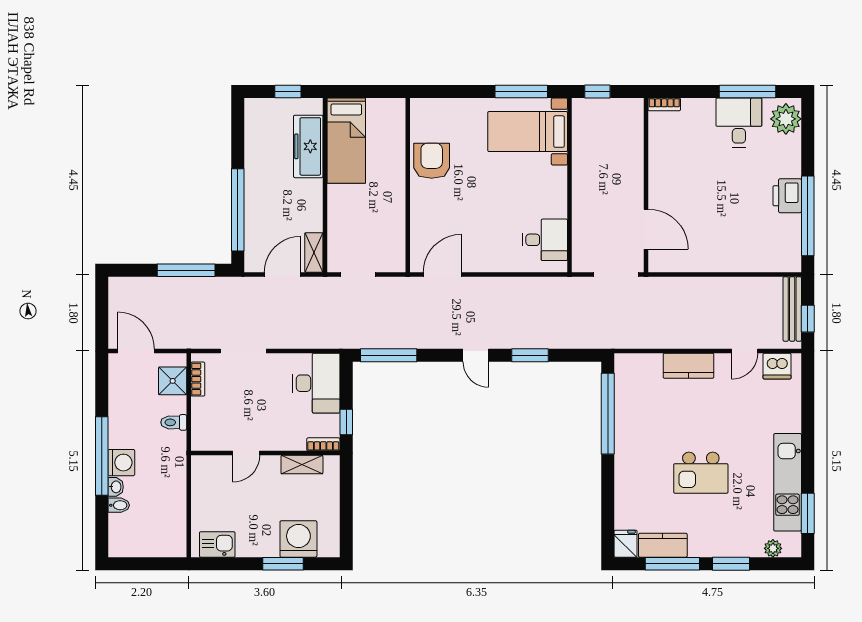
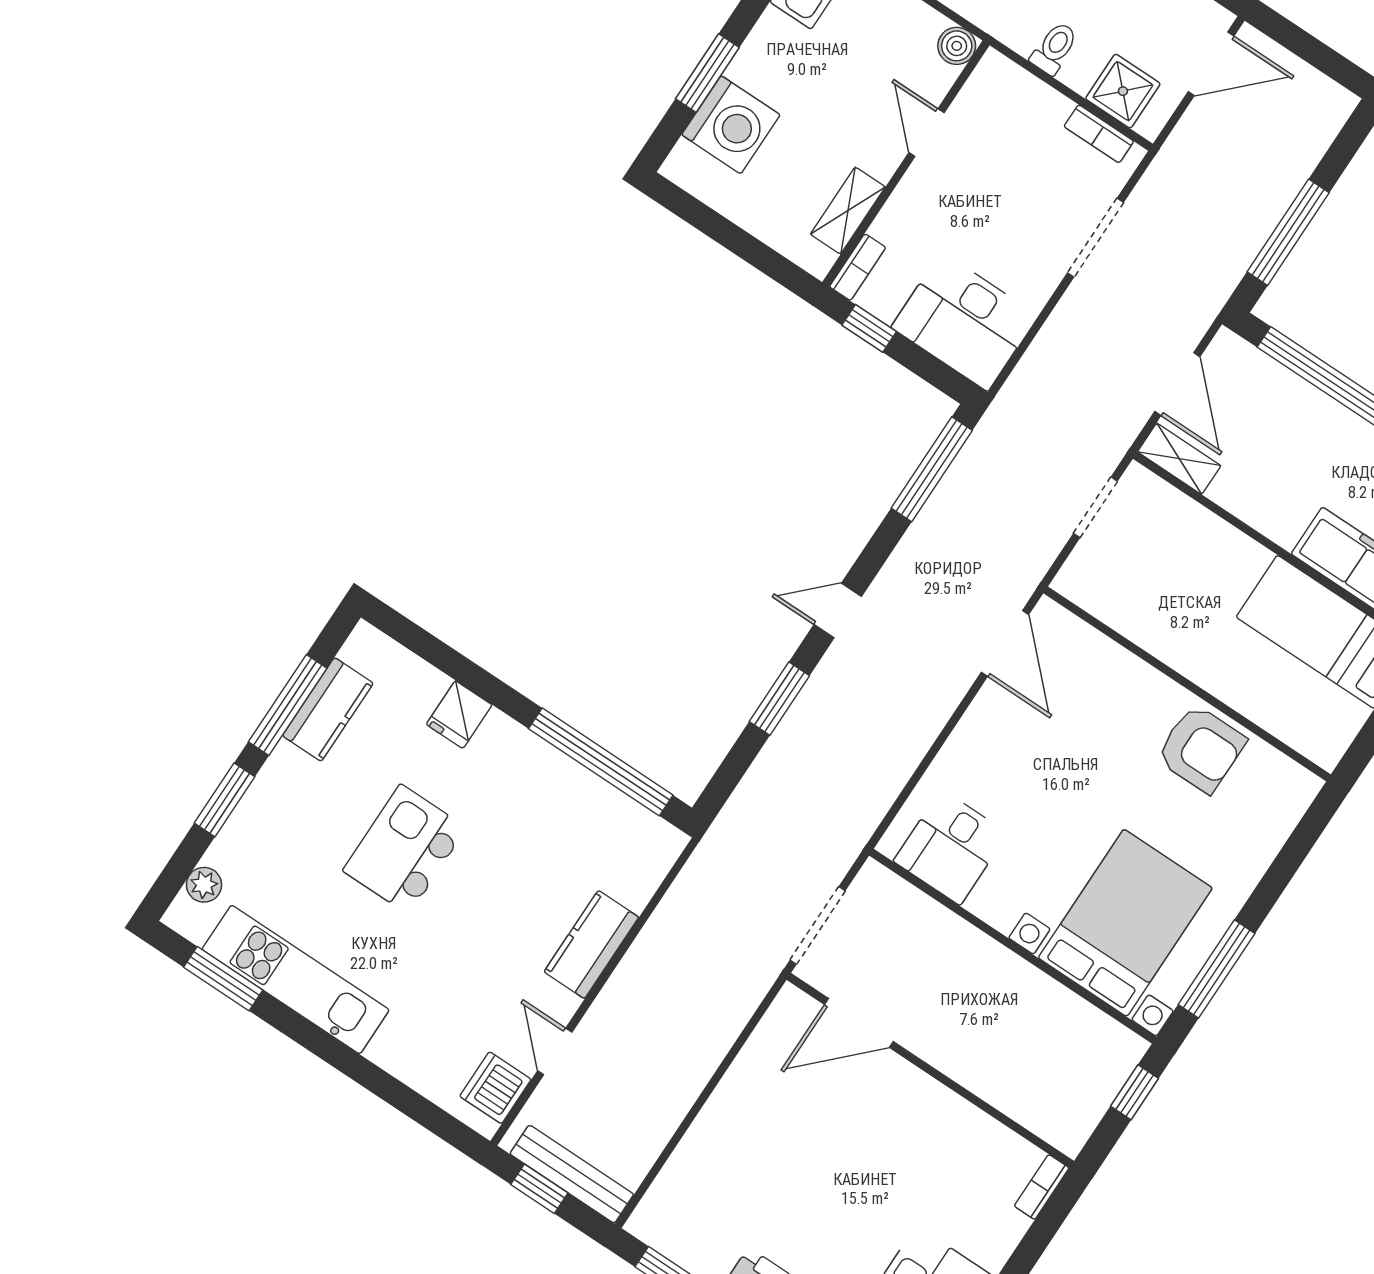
bed with nightstands: (528, 132) -> (1125, 923), width x1.36
boiler: (201, 465) -> (957, 46), added
fridge: (626, 544) -> (459, 715), moved, turned 90

